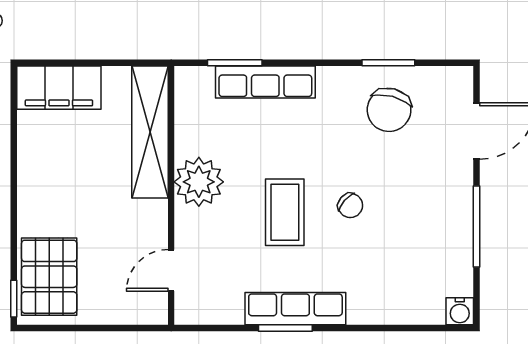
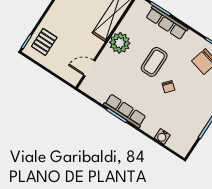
coffee table: (285, 212) -> (154, 62), moved
pallet: (49, 277) -> (44, 42), width x0.67, depth x0.71
water cooler: (460, 311) -> (162, 137), moved

